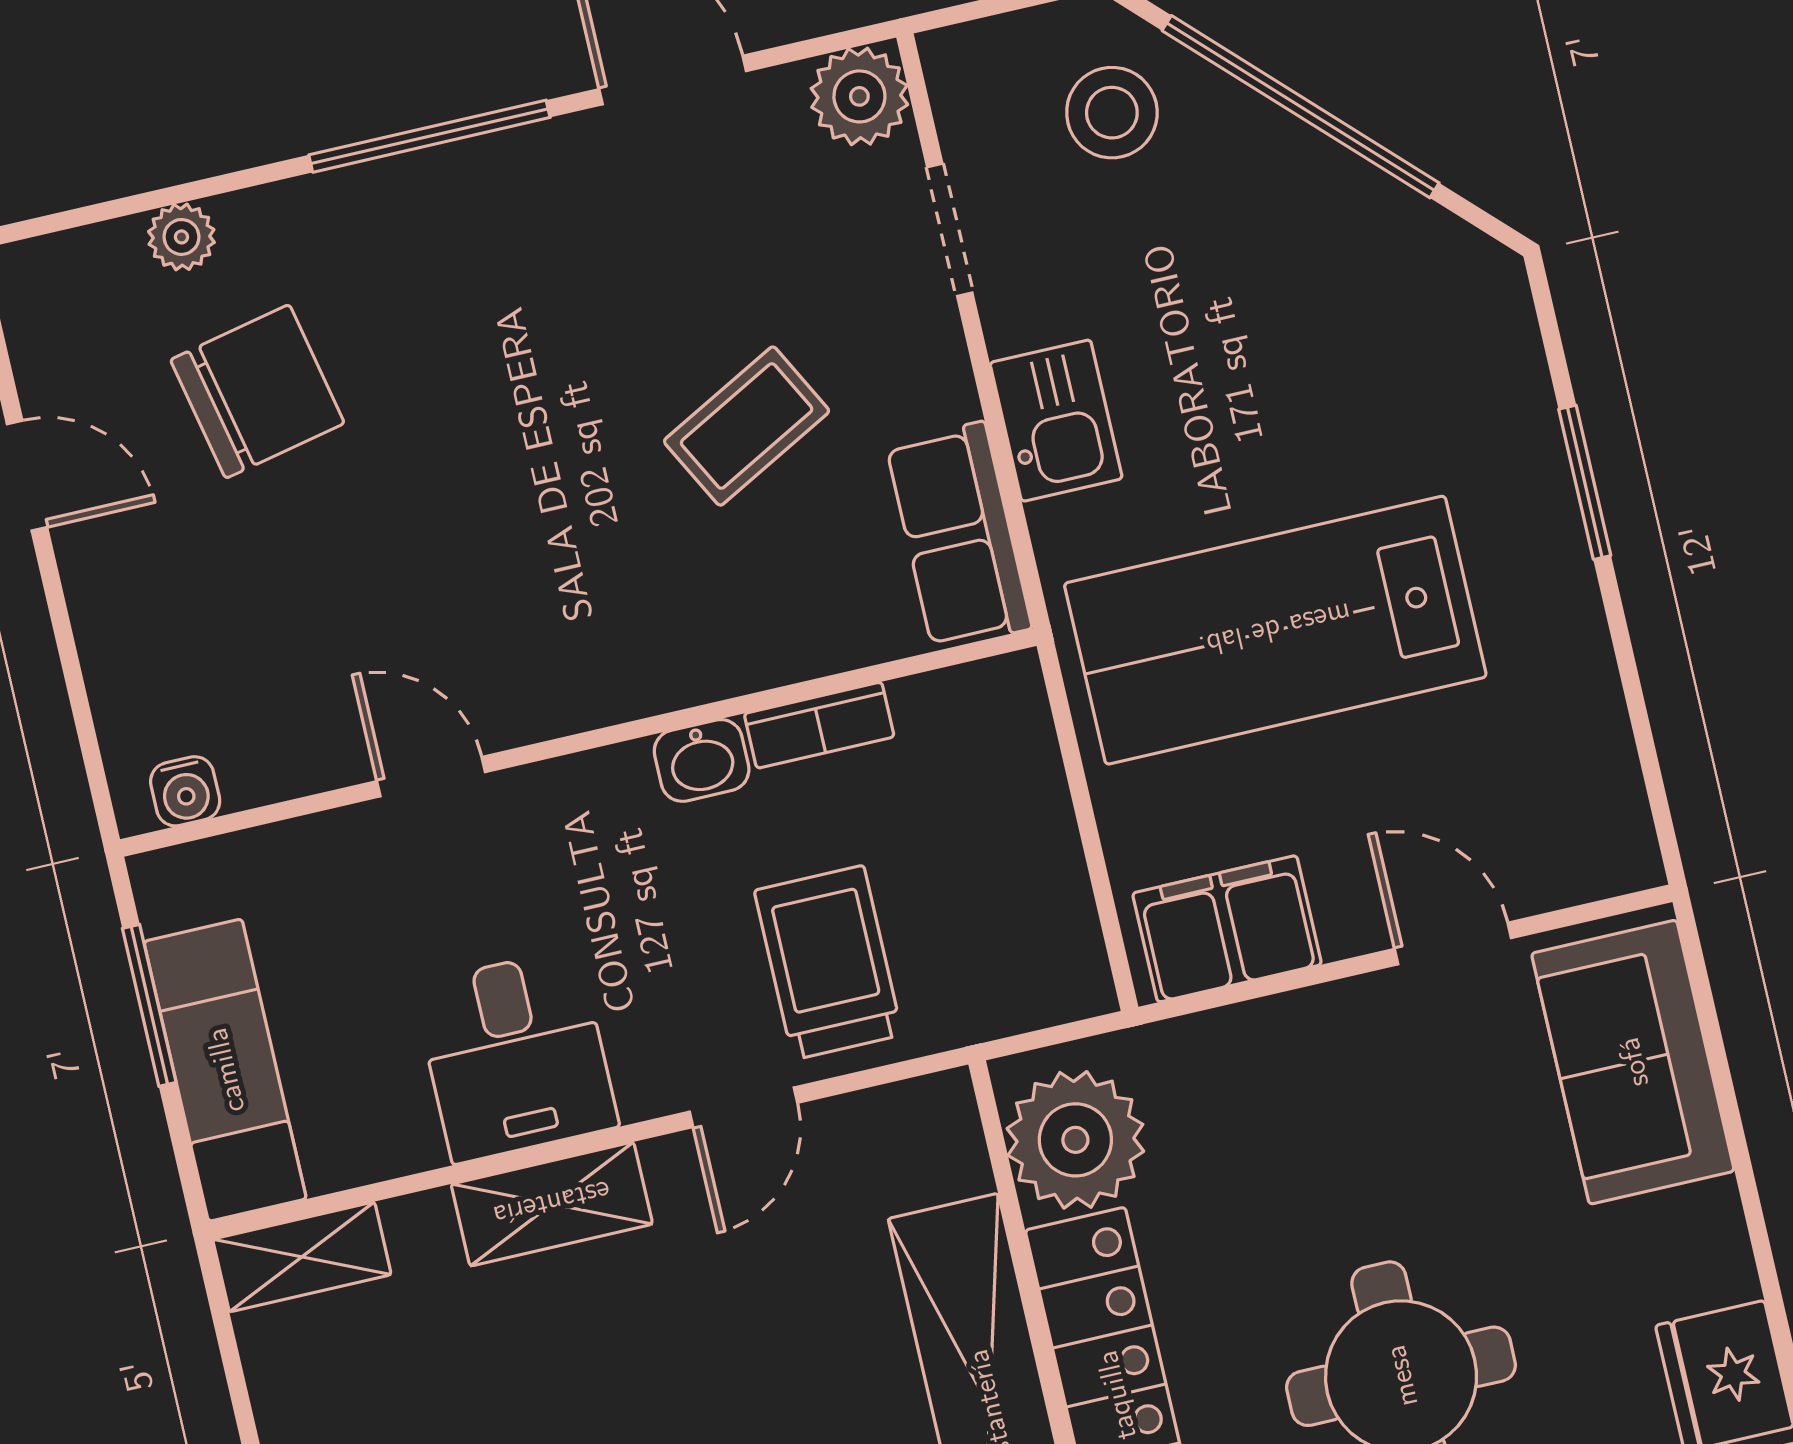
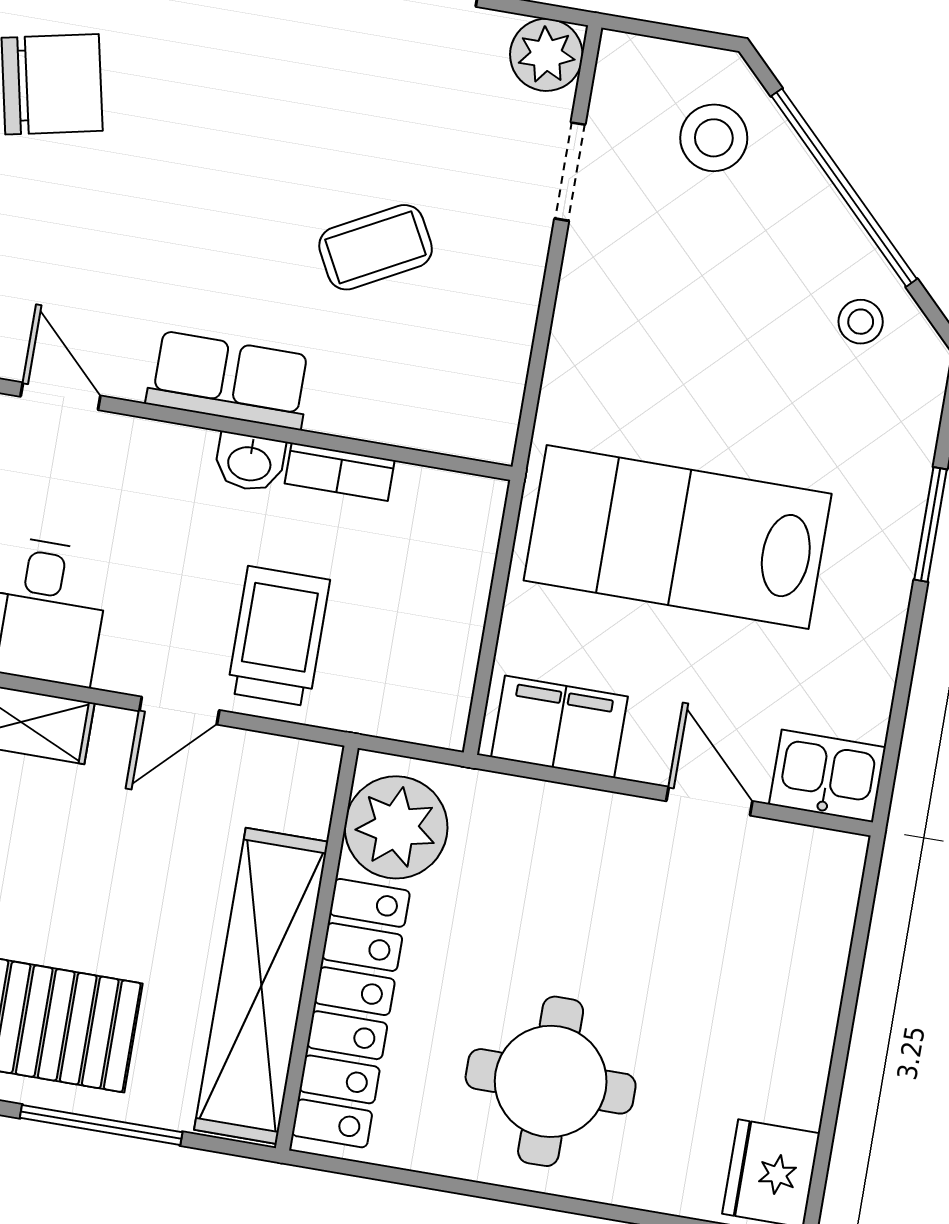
stool: (1391, 265) -> (861, 322), added
kitchen sink: (1056, 421) -> (827, 776), moved, turned -90
row of seats: (959, 536) -> (229, 380), moved, turned 90
sofa: (1633, 1062) -> (798, 933), removed

